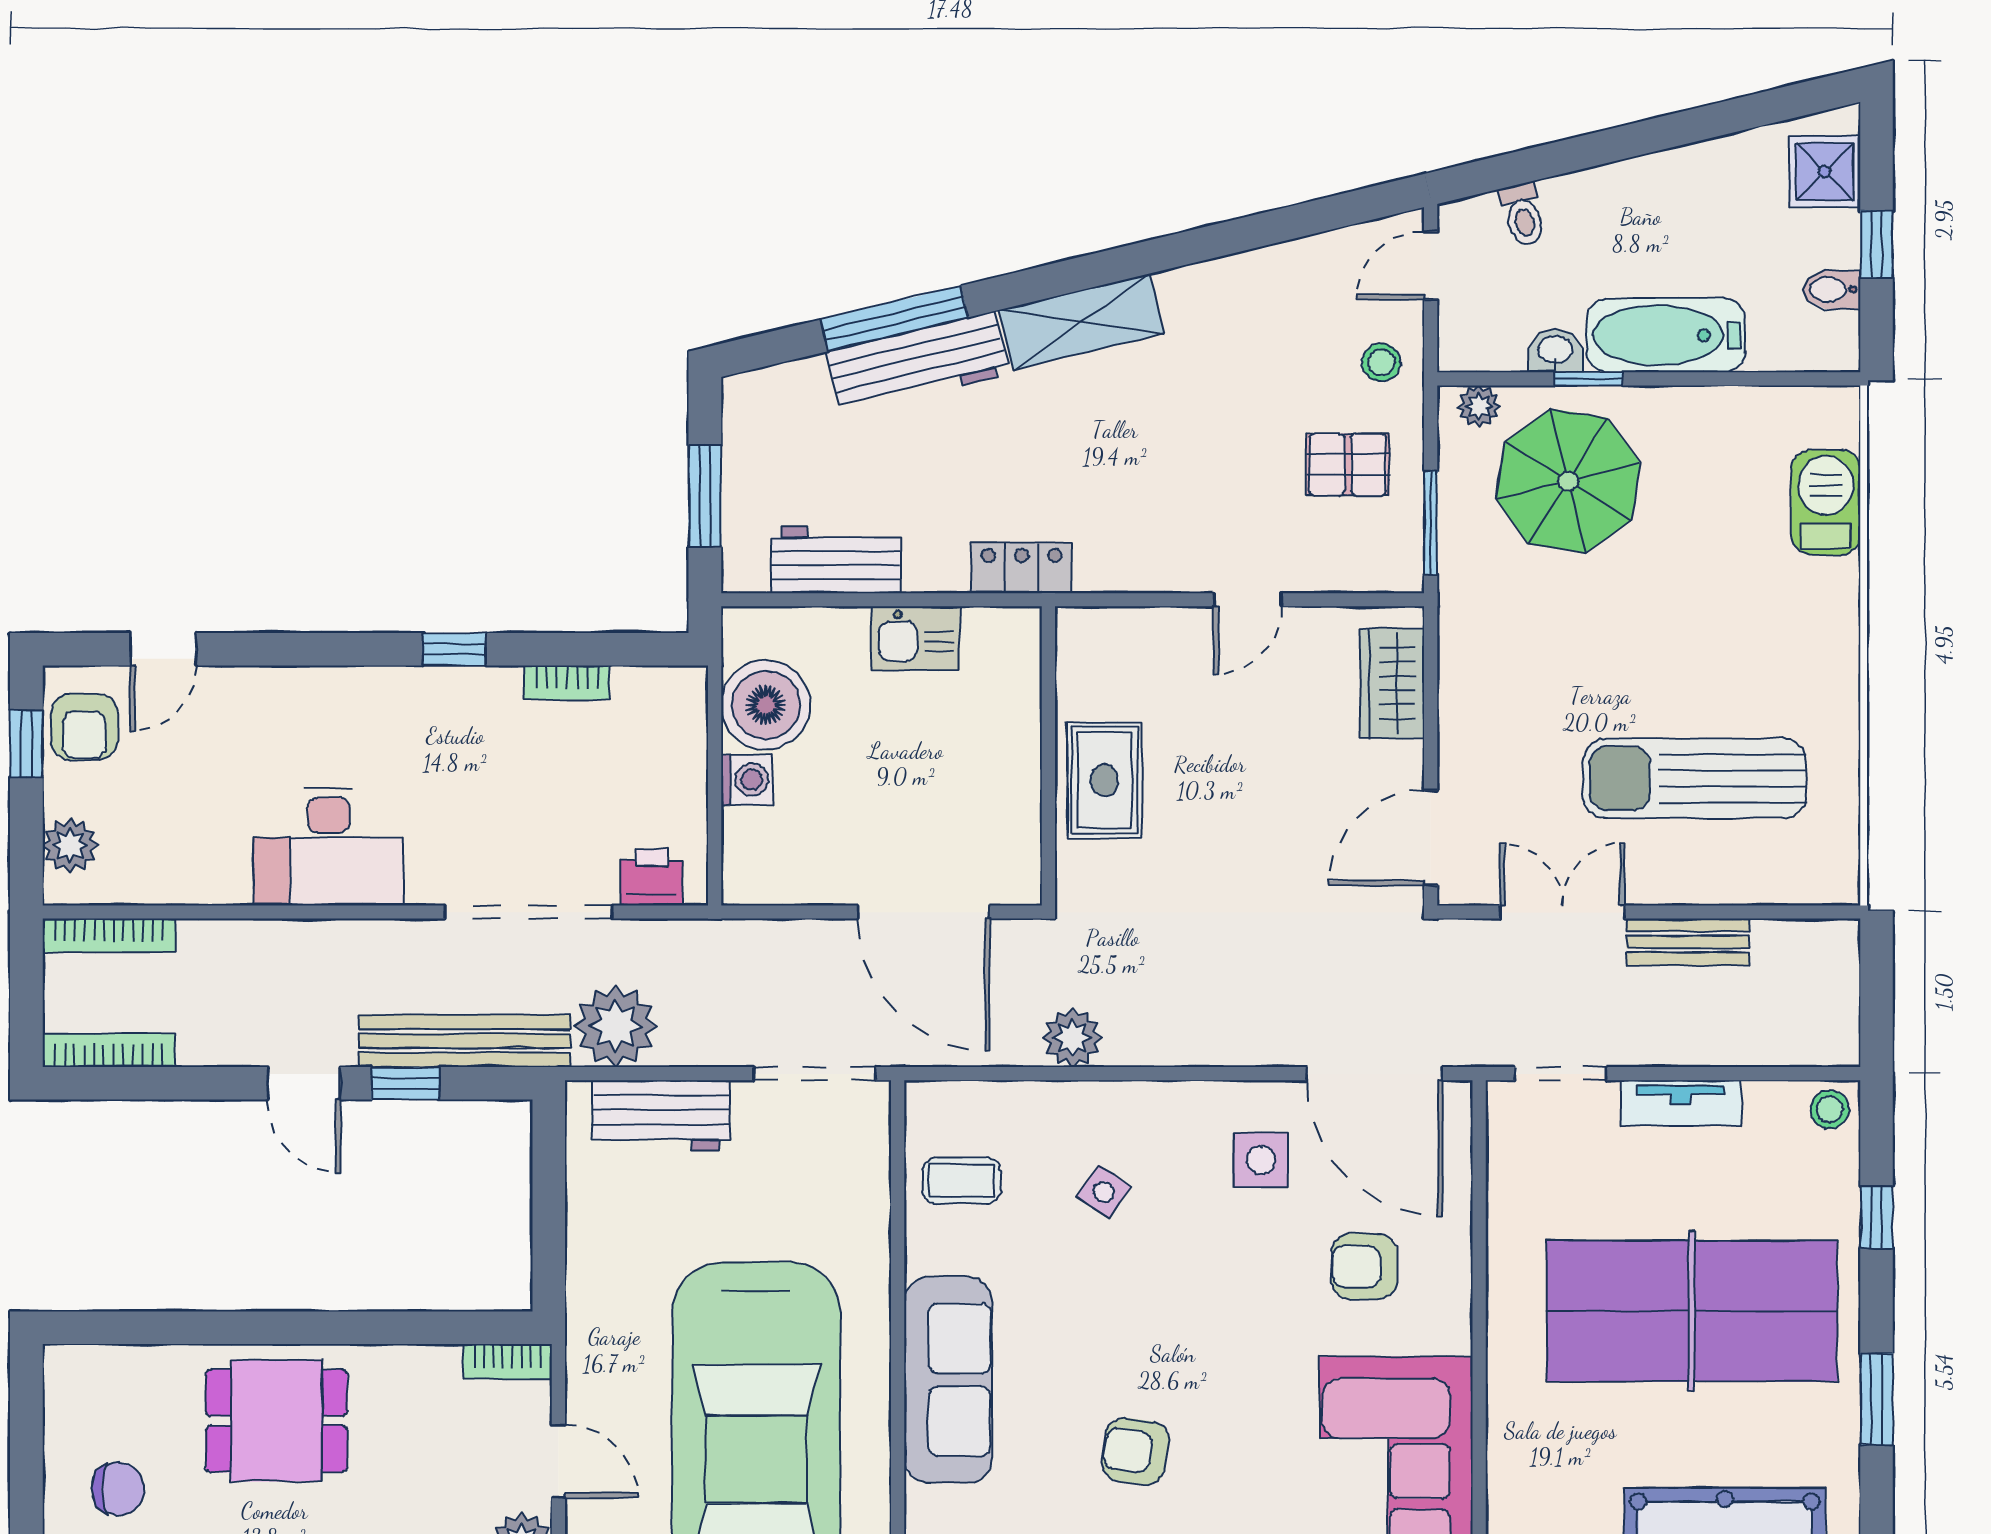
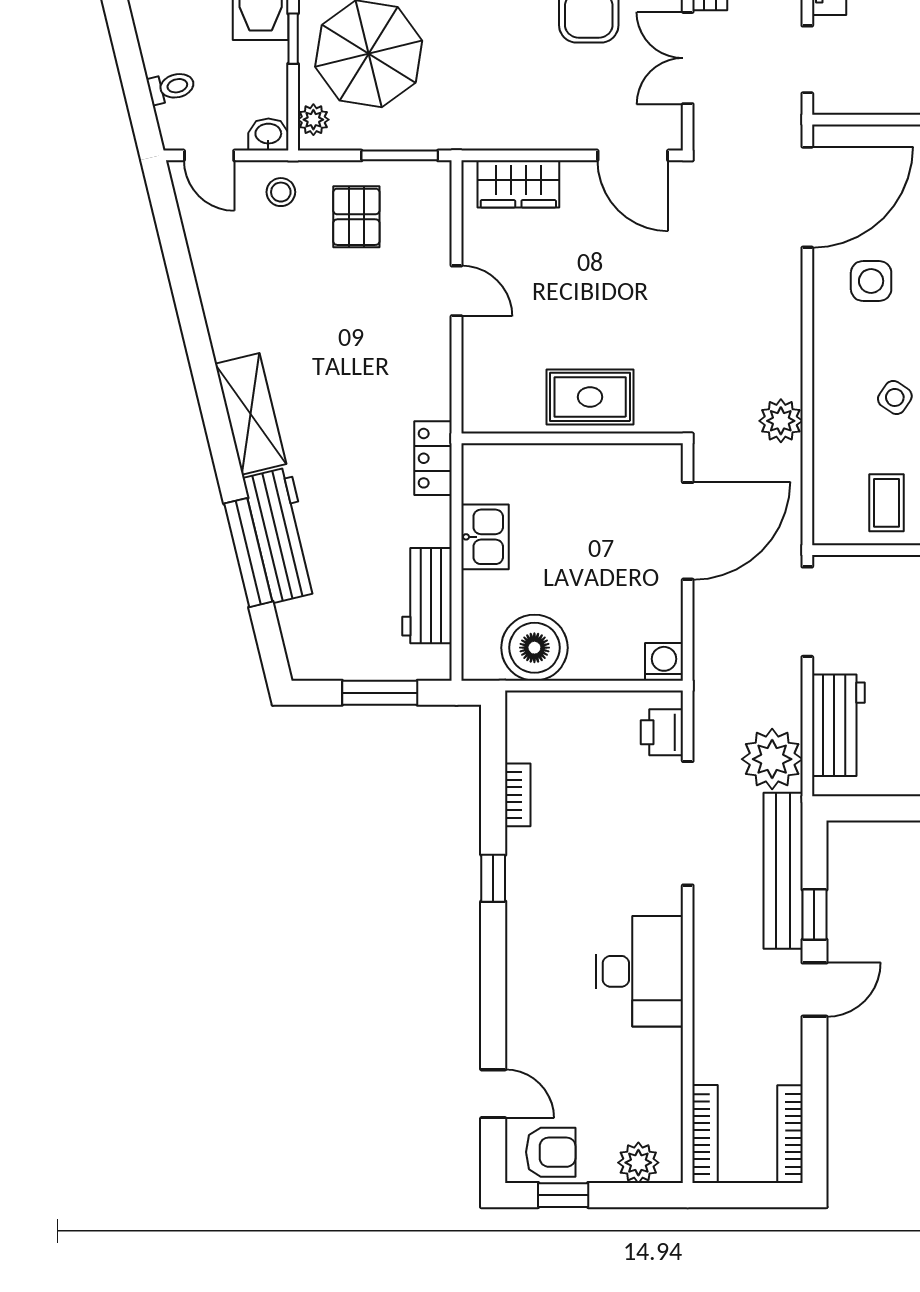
washbasin: (1555, 351) -> (268, 135), moved, turned 90
washing machine: (747, 780) -> (664, 662), moved

